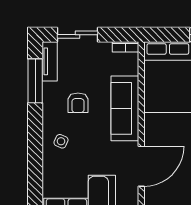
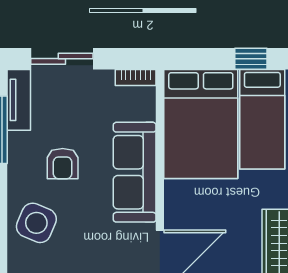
side table: (61, 141) -> (36, 223), width x1.87, depth x1.87

